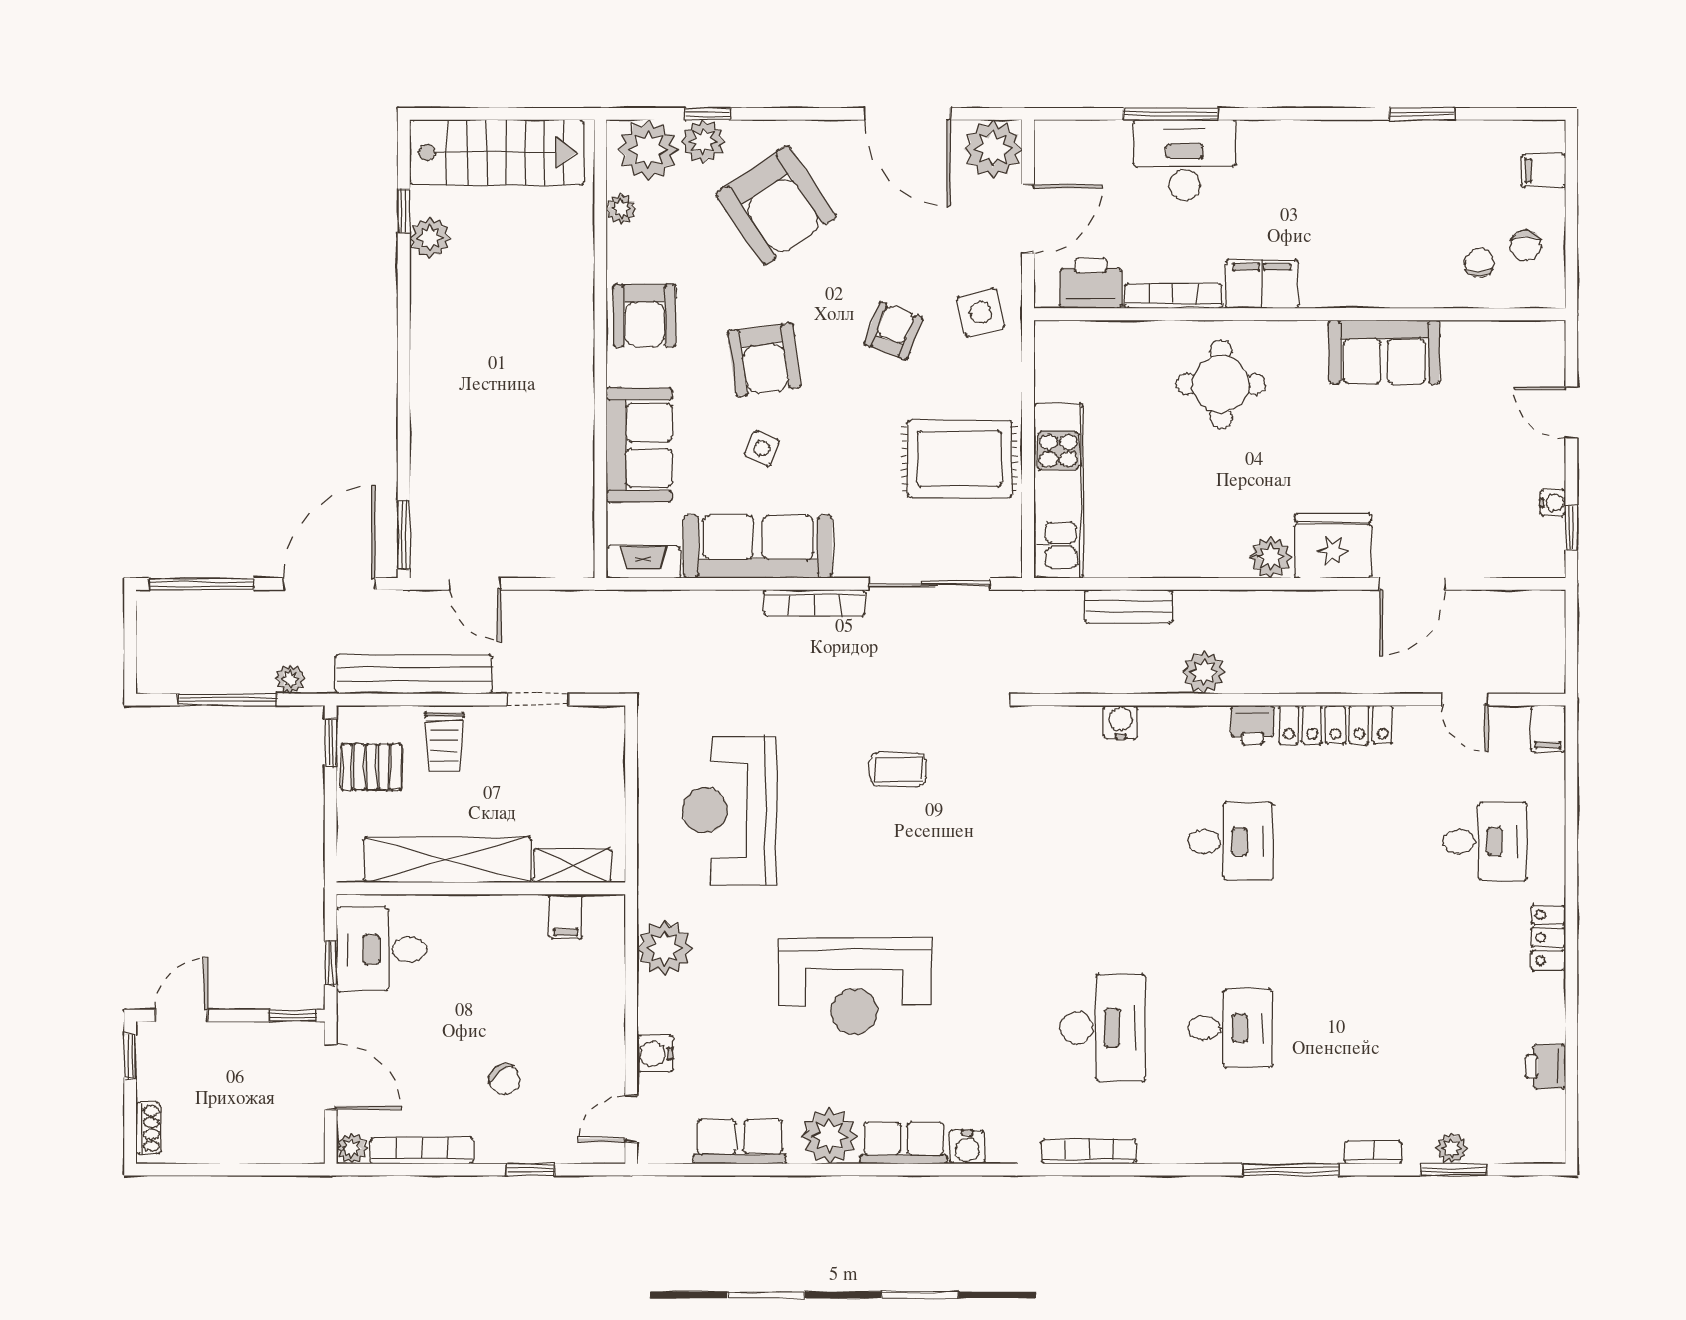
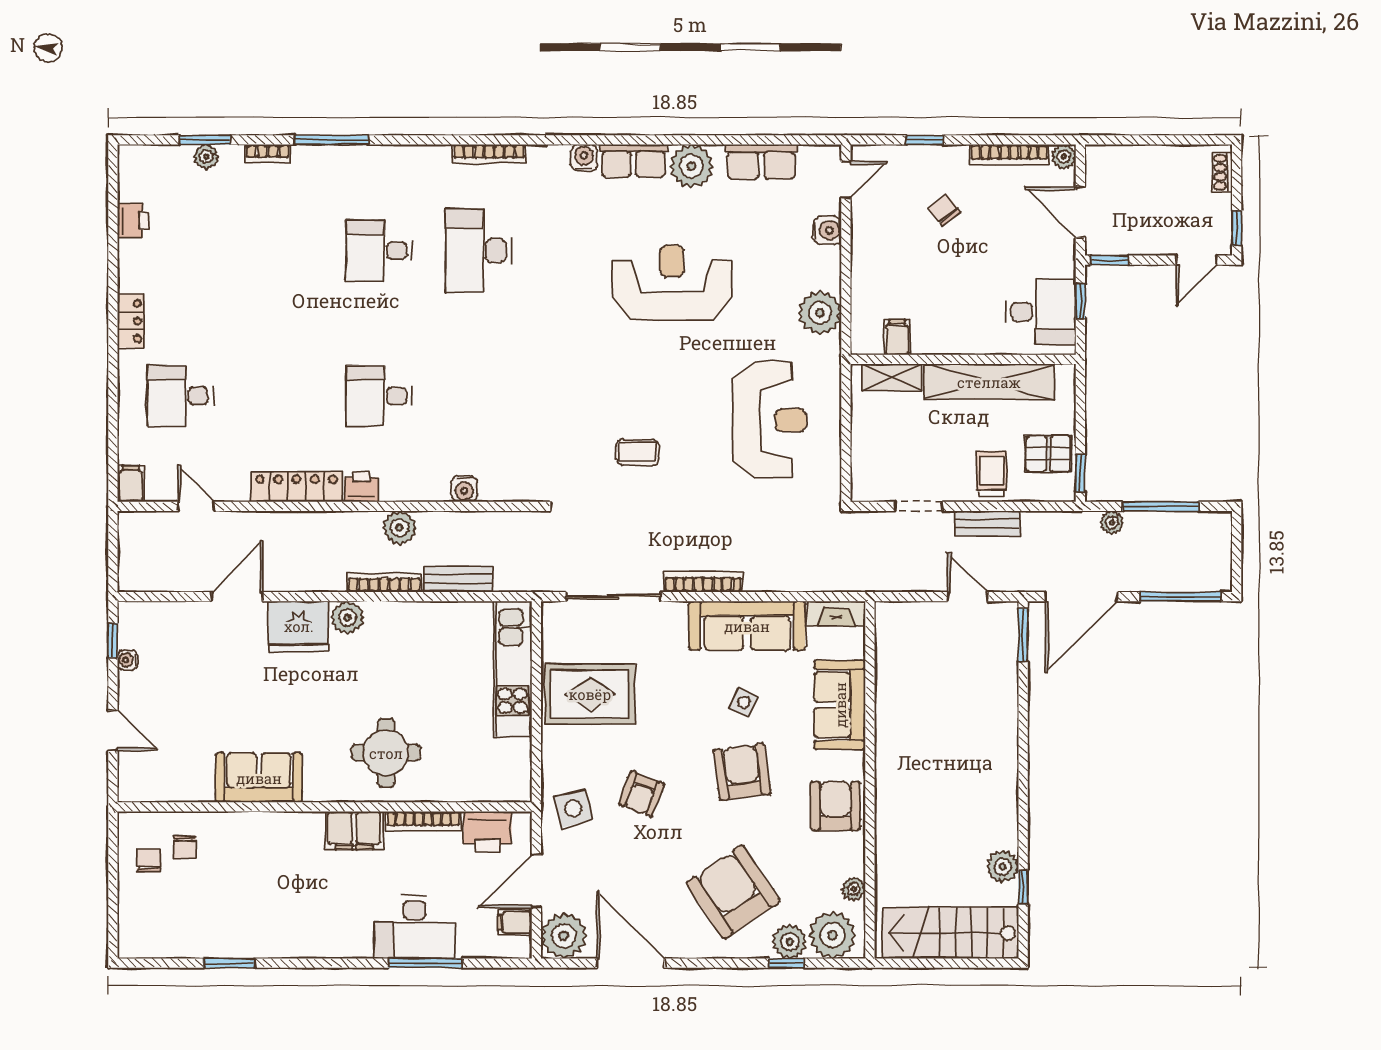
filing cabinet: (1544, 170) -> (515, 922), moved, turned 180
bookcase: (1223, 602) -> (384, 583), added
bench: (414, 674) -> (987, 524), width x0.54, depth x0.82

